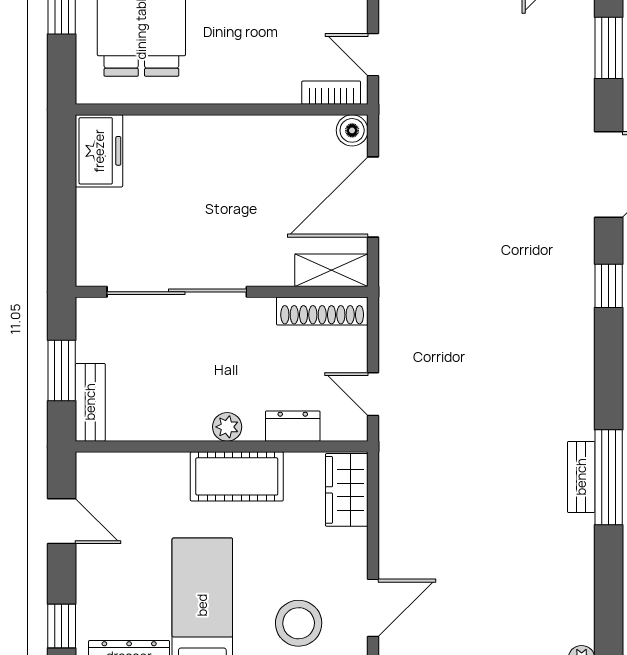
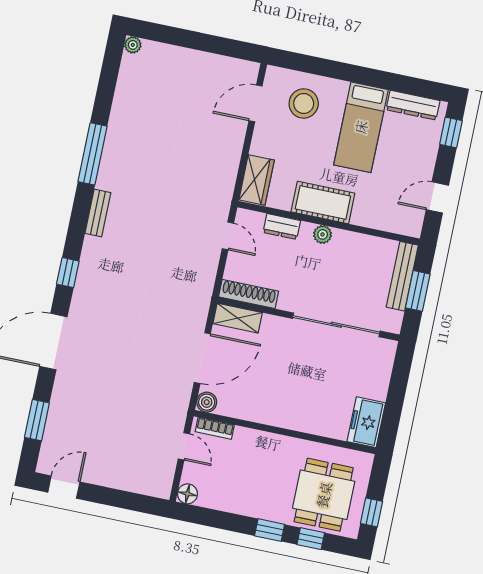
bench: (90, 402) -> (402, 276), width x1.36
bench: (581, 477) -> (98, 213), moved
door: (62, 521) -> (437, 197), hinge flipped

